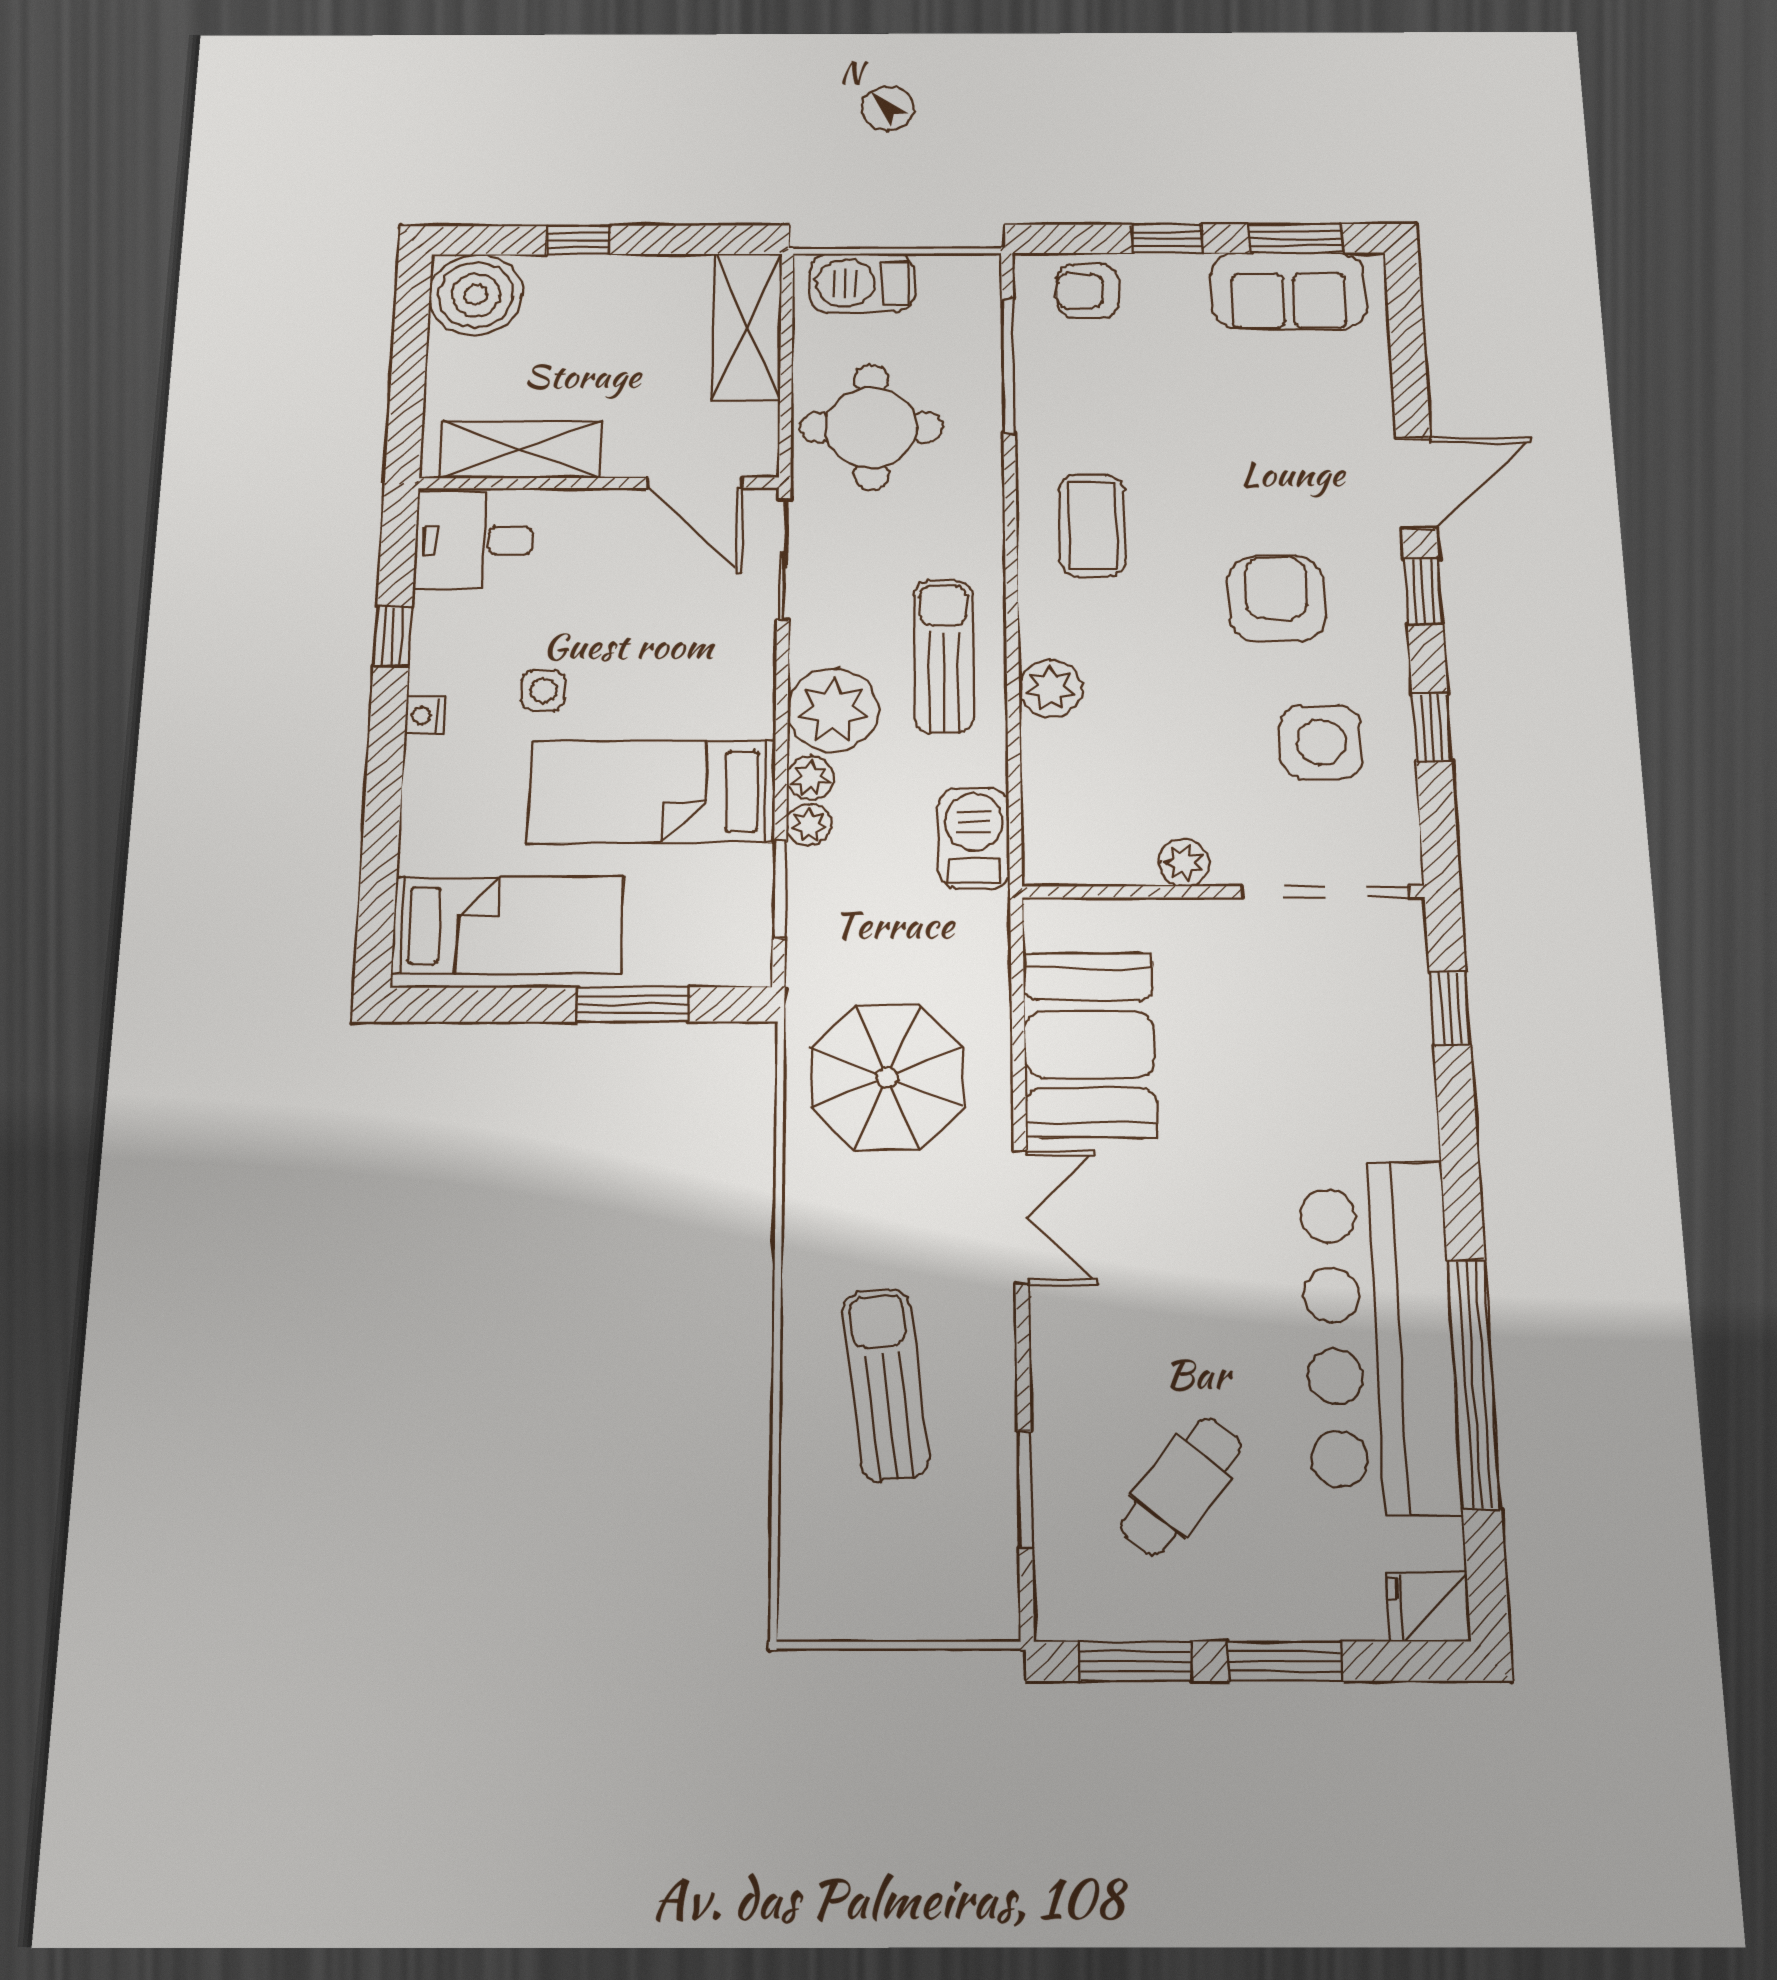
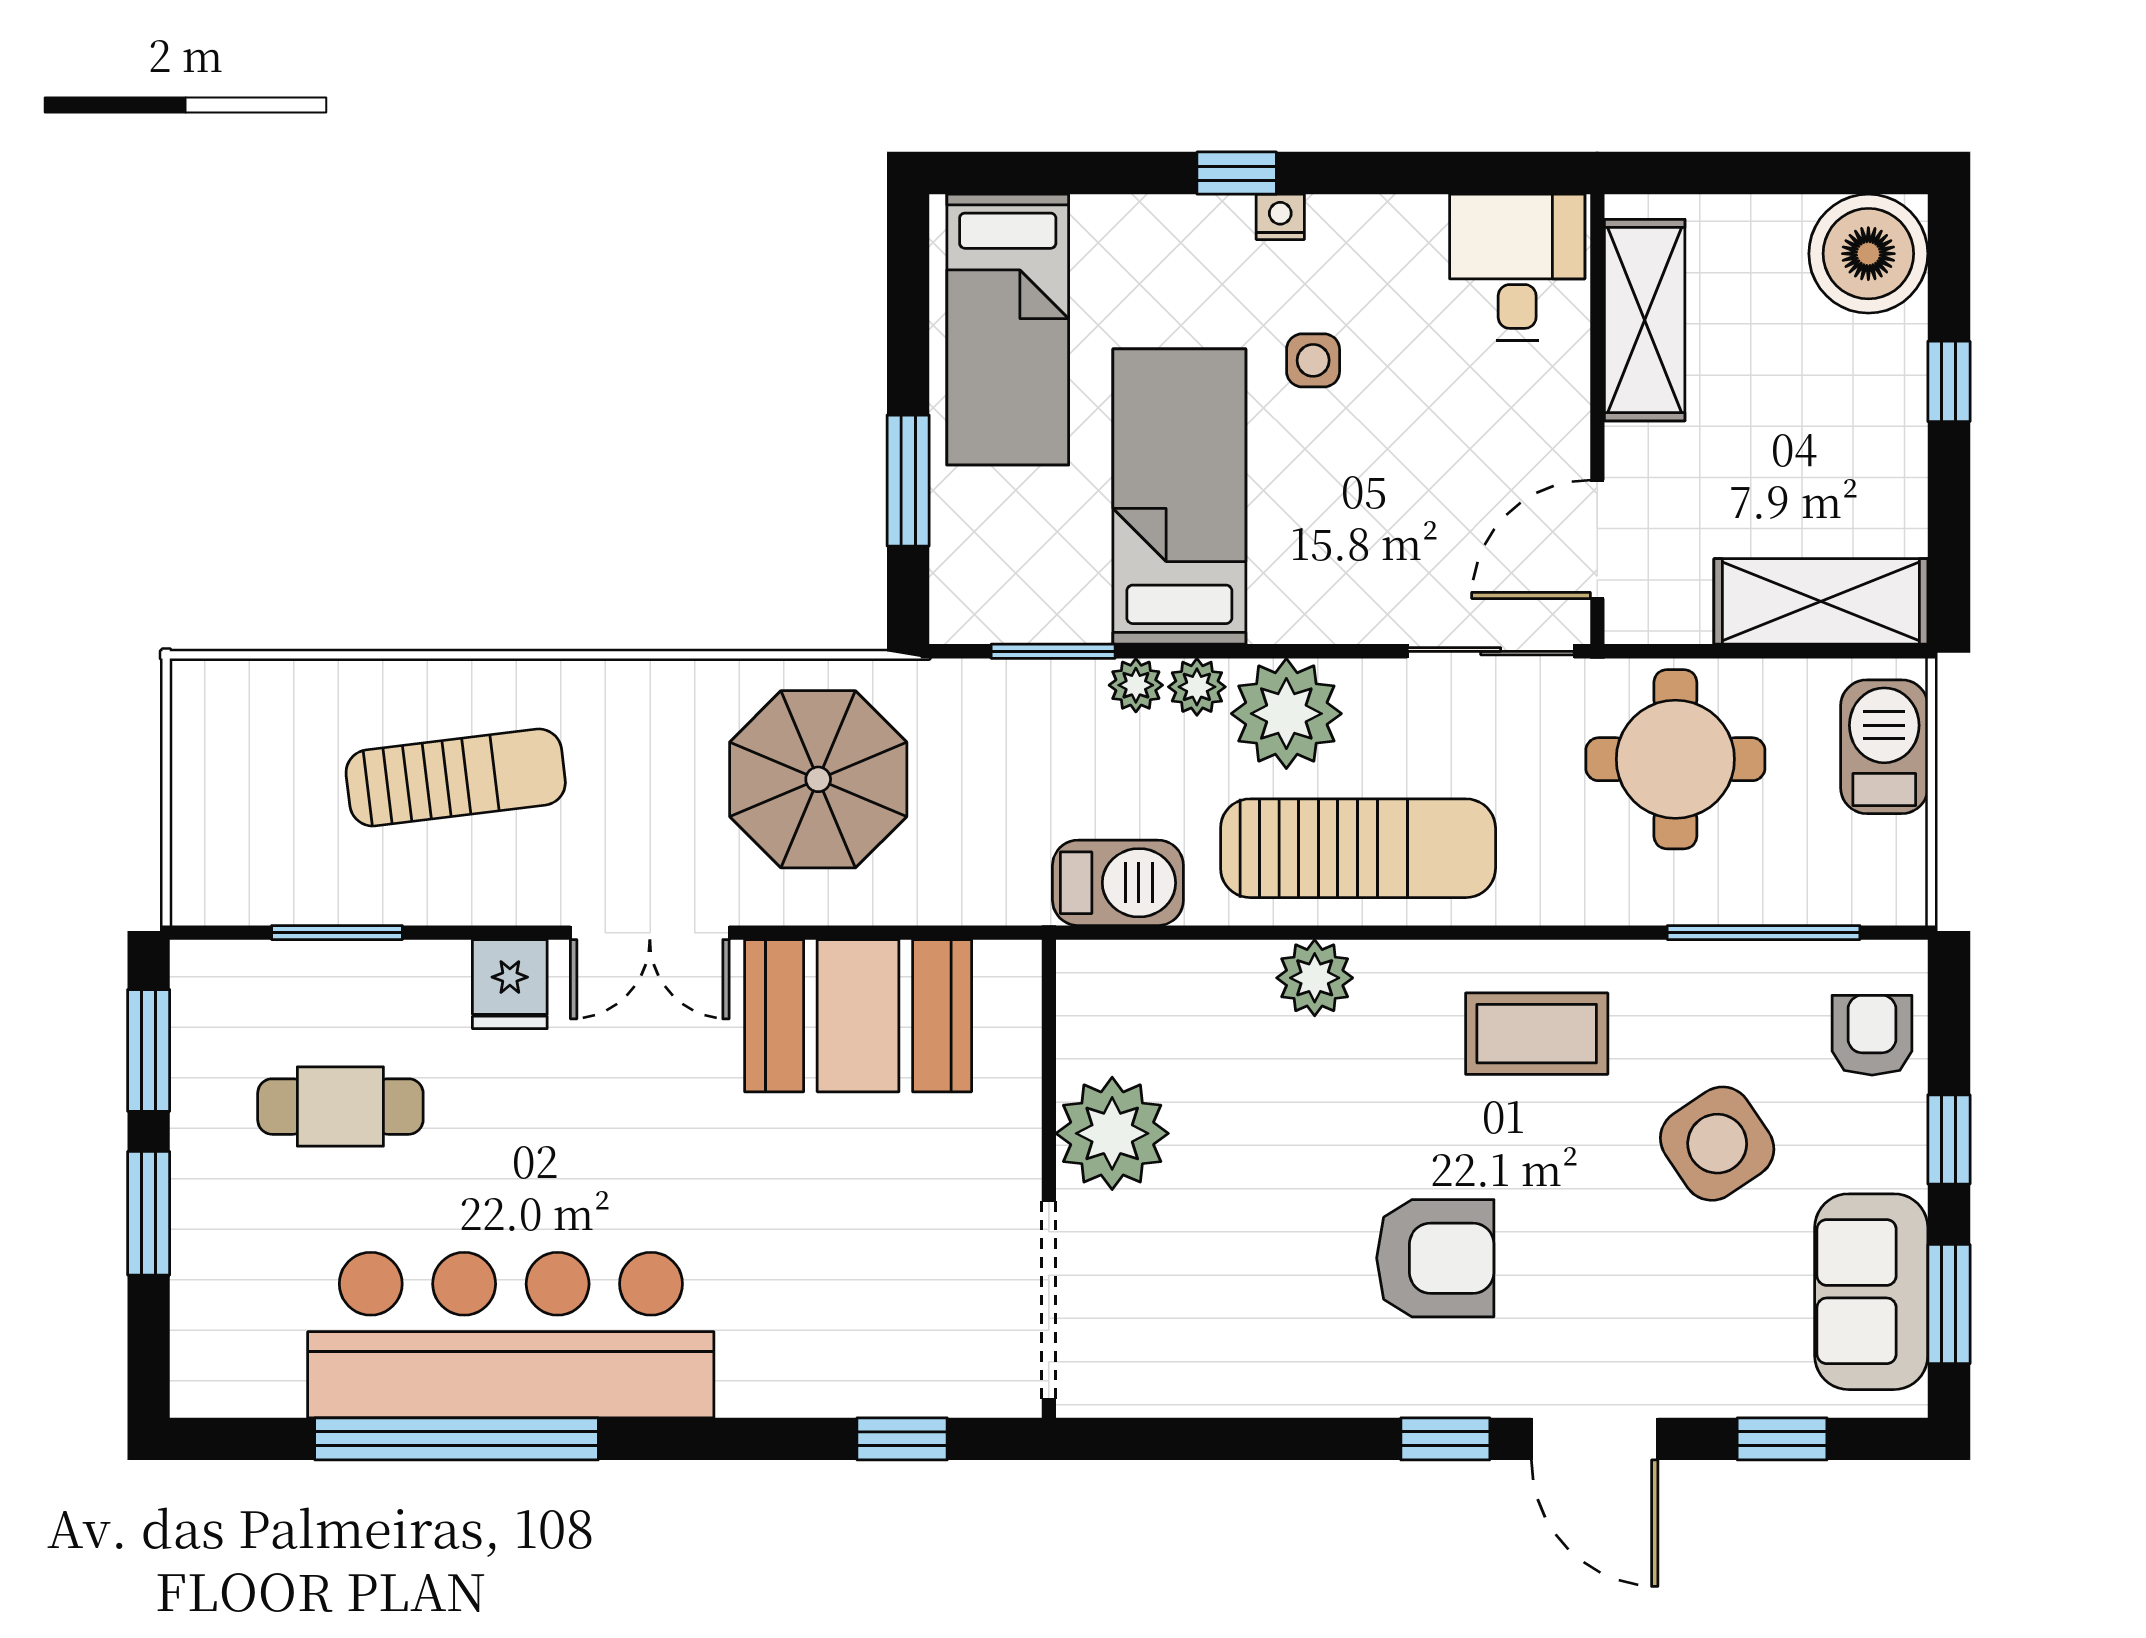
window: (393, 636) -> (1237, 173), moved
sun lounger: (944, 656) -> (1358, 848), width x1.36, depth x1.34
window: (1432, 727) -> (1782, 1439), moved
side table: (1321, 742) -> (1717, 1144), moved, turned -34
plant: (1184, 863) -> (1112, 1133), width x1.88, depth x1.88
cafe table: (1181, 1486) -> (340, 1107), turned -39
fridge: (1428, 1607) -> (510, 984), moved, turned 180

